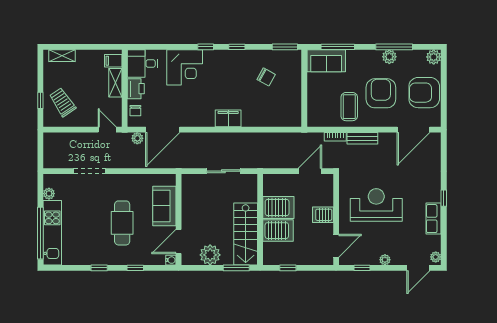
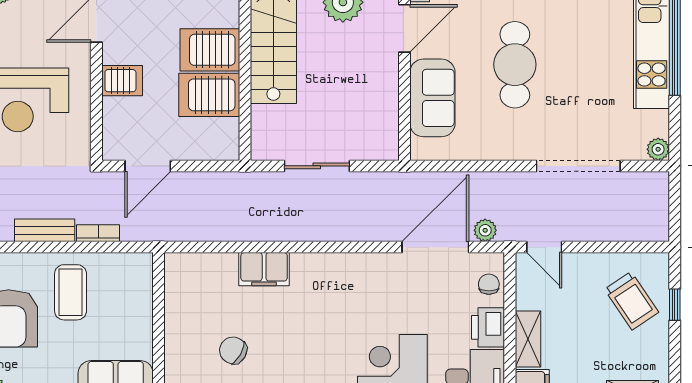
filing cabinet: (228, 118) -> (264, 269), moved
doorway: (90, 171) -> (578, 166), width x1.36
plant: (49, 194) -> (658, 149), moved

